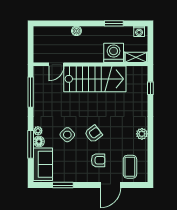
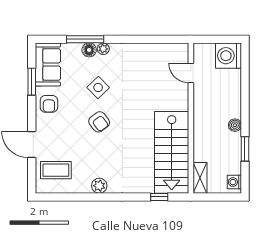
boiler: (76, 31) -> (235, 125), moved
washing machine: (114, 53) -> (228, 56), moved, turned 180
stairs: (95, 79) -> (172, 152), moved
window: (31, 92) -> (154, 39), removed
armchair: (98, 160) -> (49, 104), moved
sofa: (43, 164) -> (48, 64), moved, turned -90

